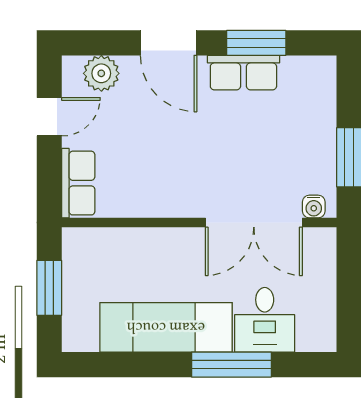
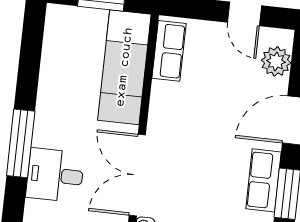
row of seats: (78, 183) -> (169, 51), moved, turned -90
exam couch: (166, 327) -> (124, 67), moved, turned 180

